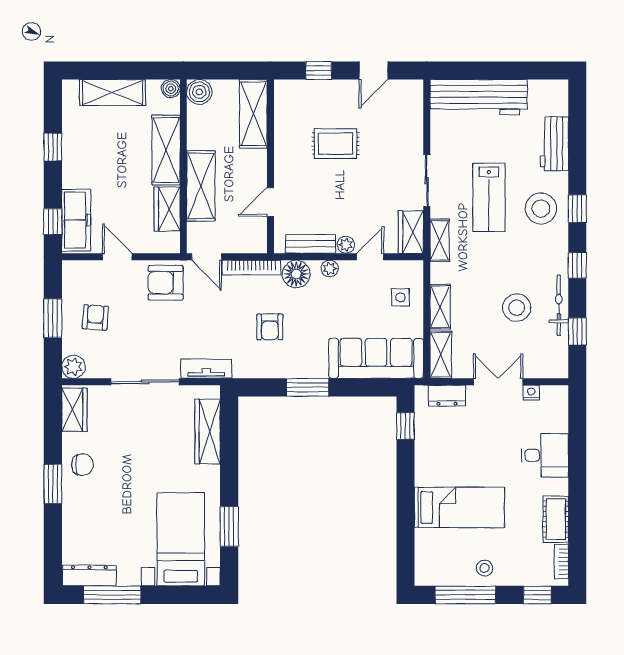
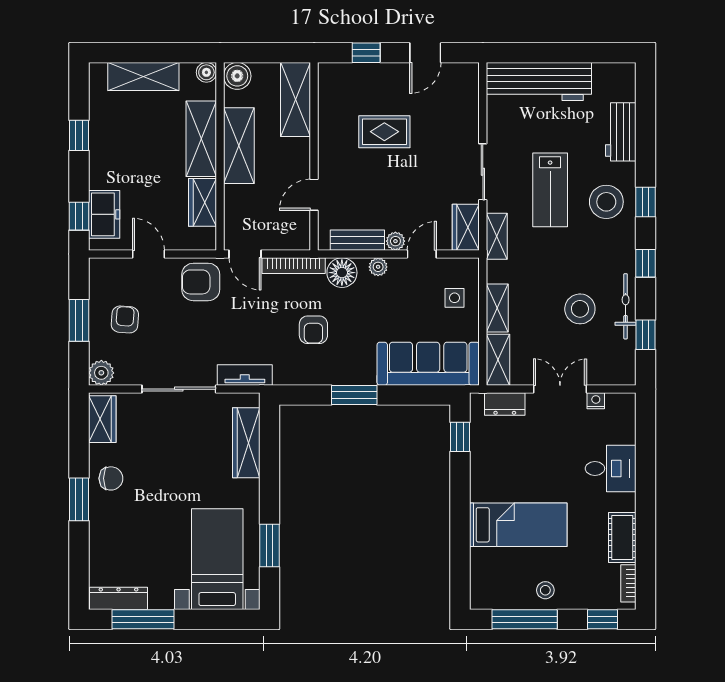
shelving: (201, 186) -> (239, 146), moved
freezer: (76, 220) -> (104, 214), width x0.71

